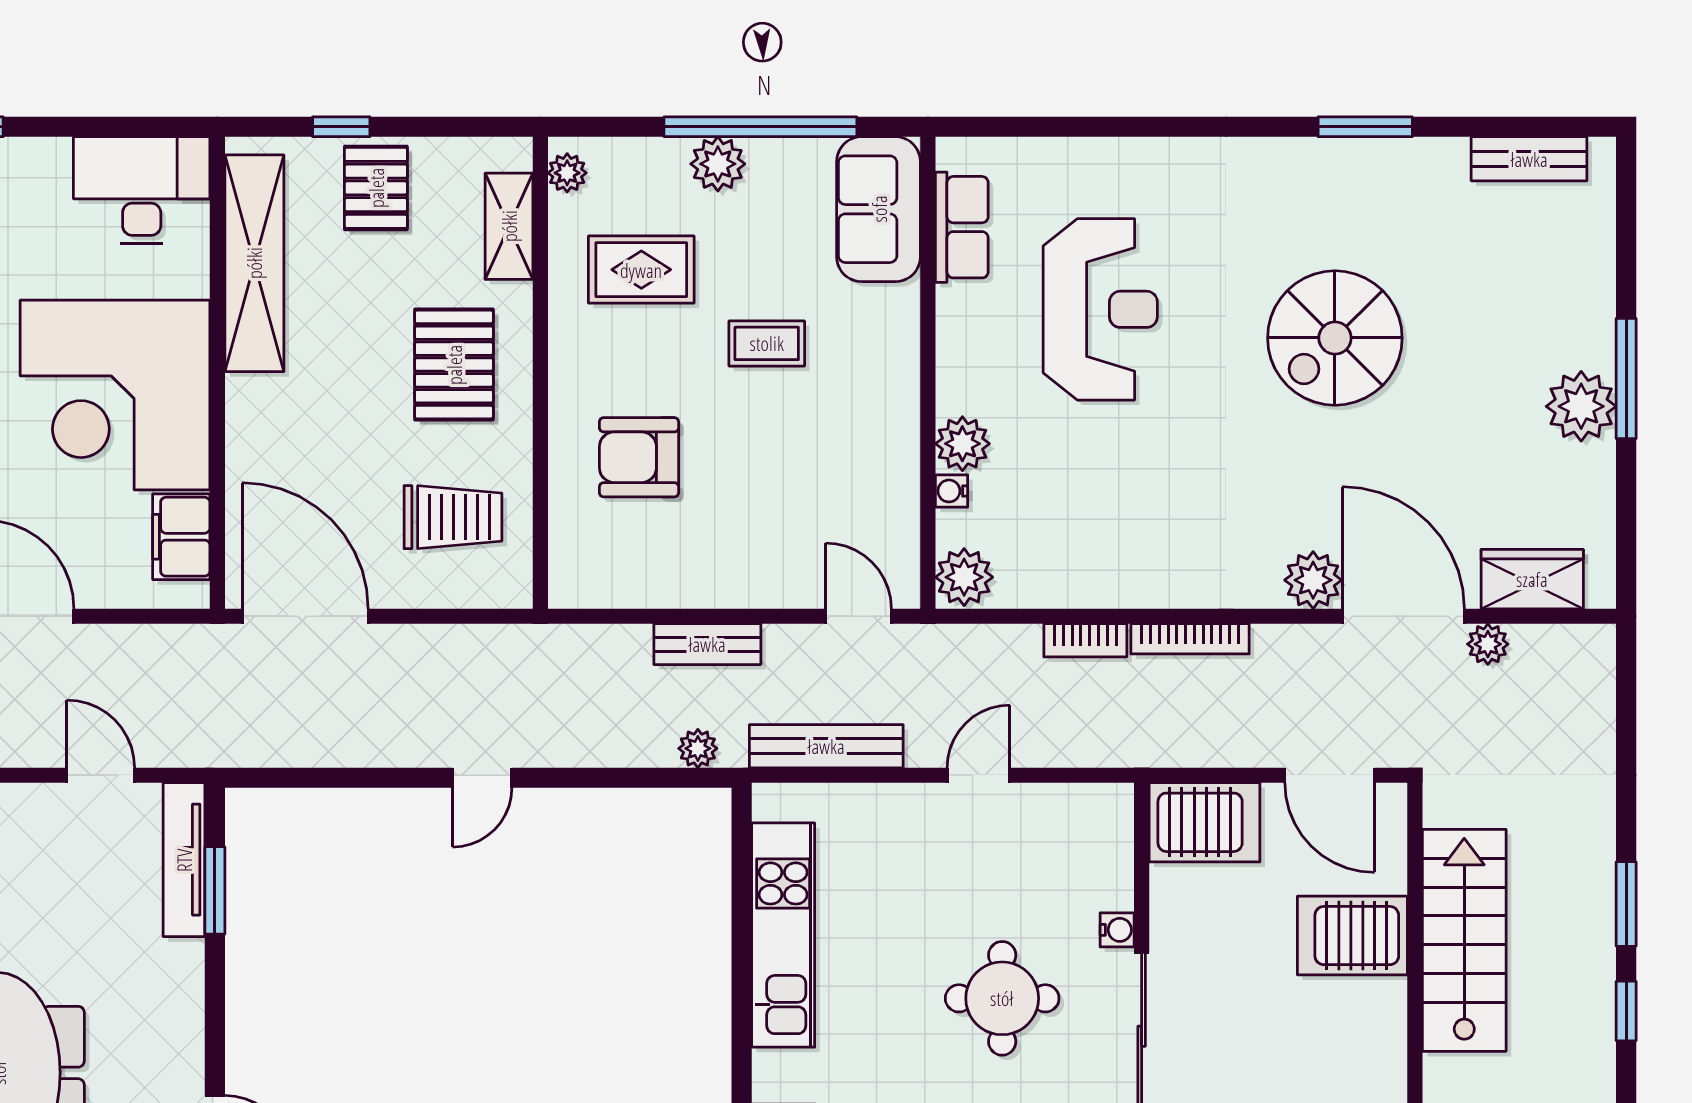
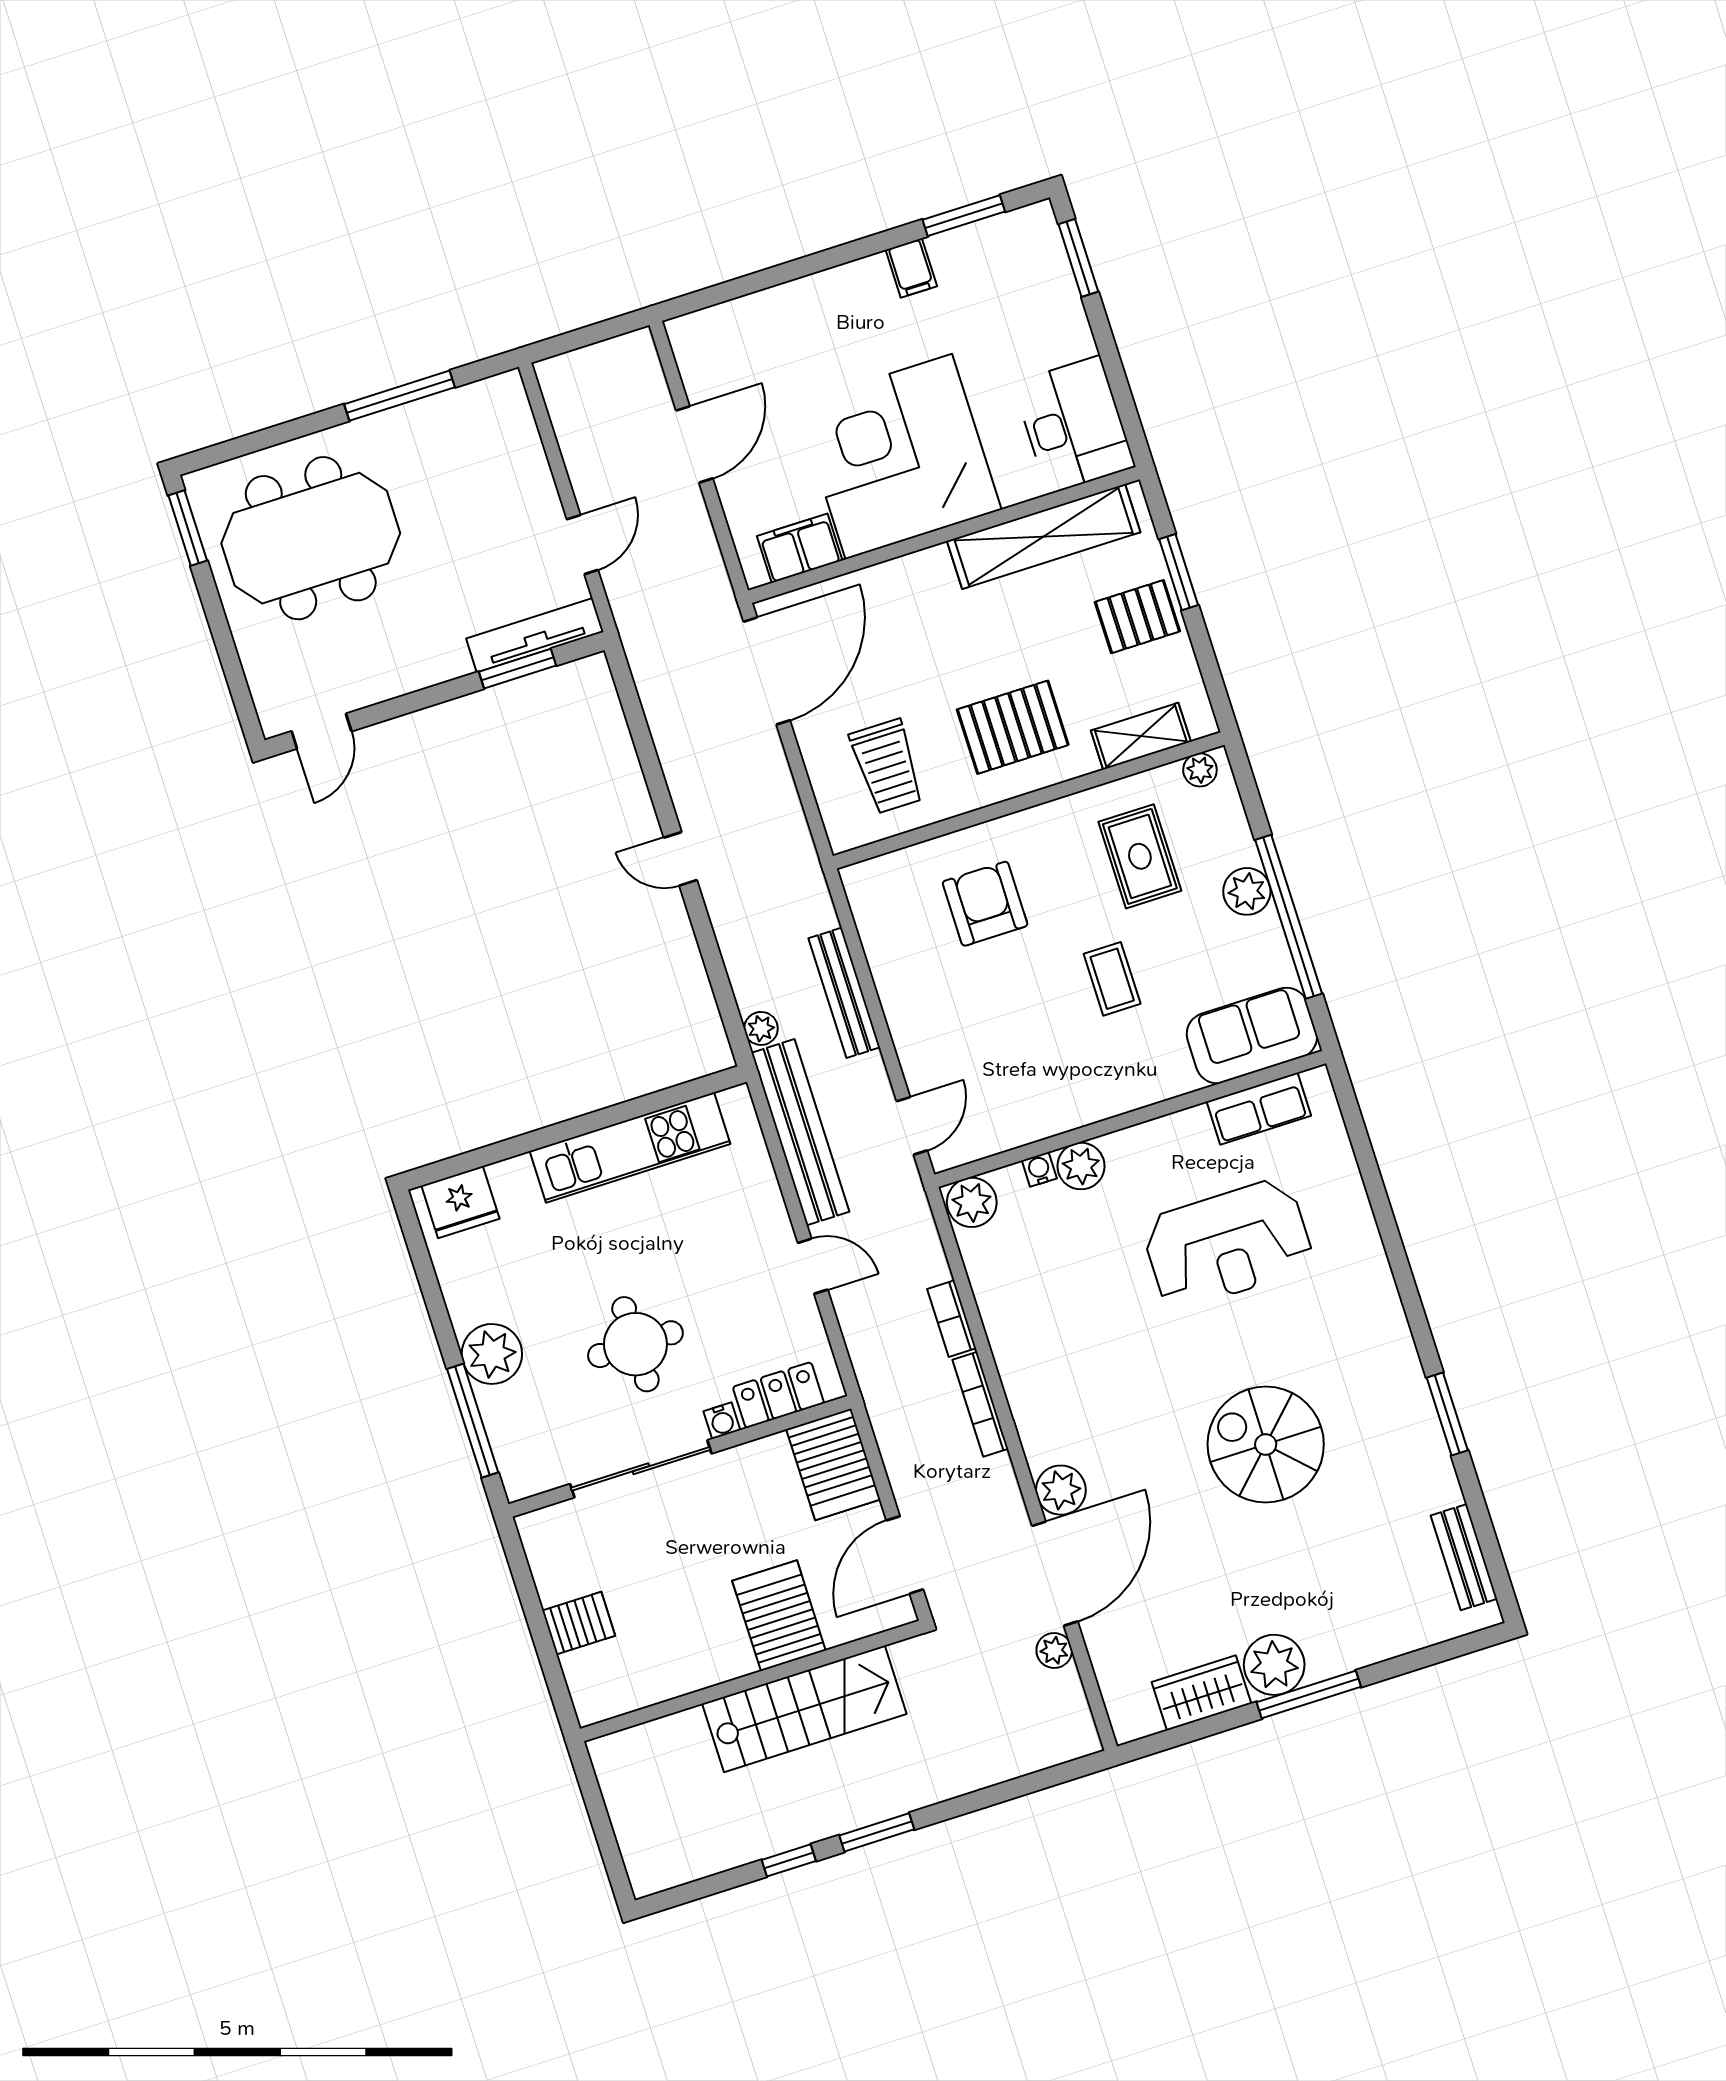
window: (341, 127) -> (1179, 572), width x1.50
wardrobe: (1532, 579) -> (1201, 1693), moved, turned -90
bench: (707, 644) -> (844, 993), width x1.36
bench: (826, 746) -> (800, 1132), width x1.37, depth x1.21
locker: (1109, 858) -> (778, 1395), added

